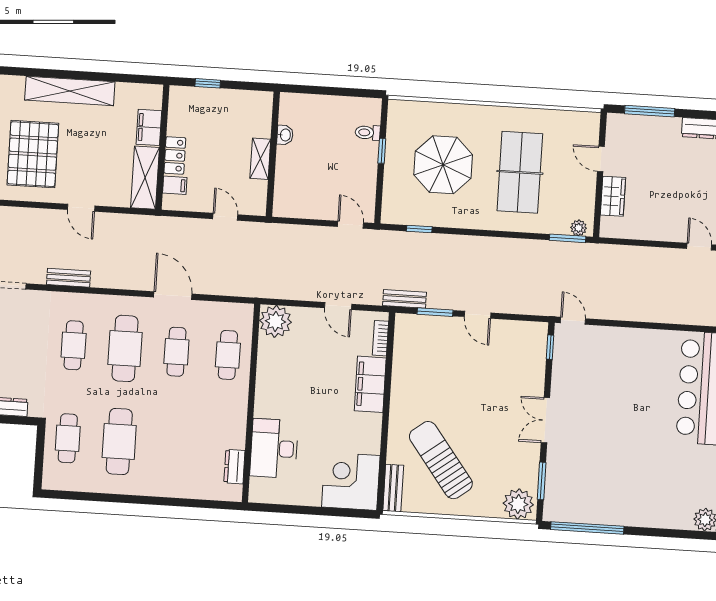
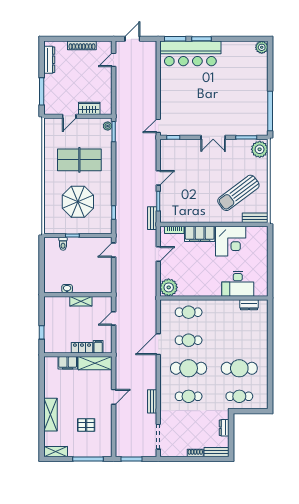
shelving: (70, 91) -> (51, 415), width x0.68
pallet: (33, 154) -> (86, 425), width x0.49, depth x0.50
corner desk: (351, 481) -> (231, 241), moved, turned -90

